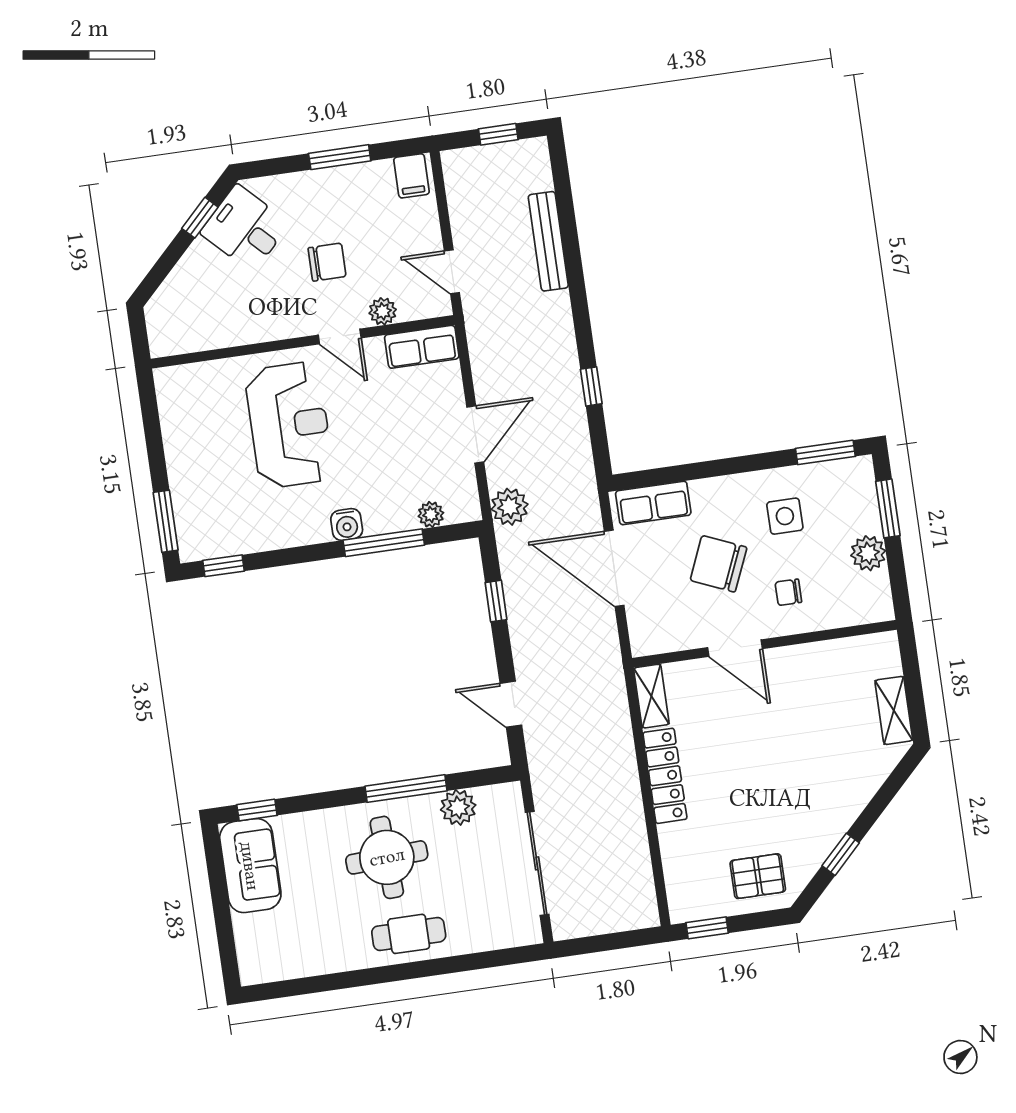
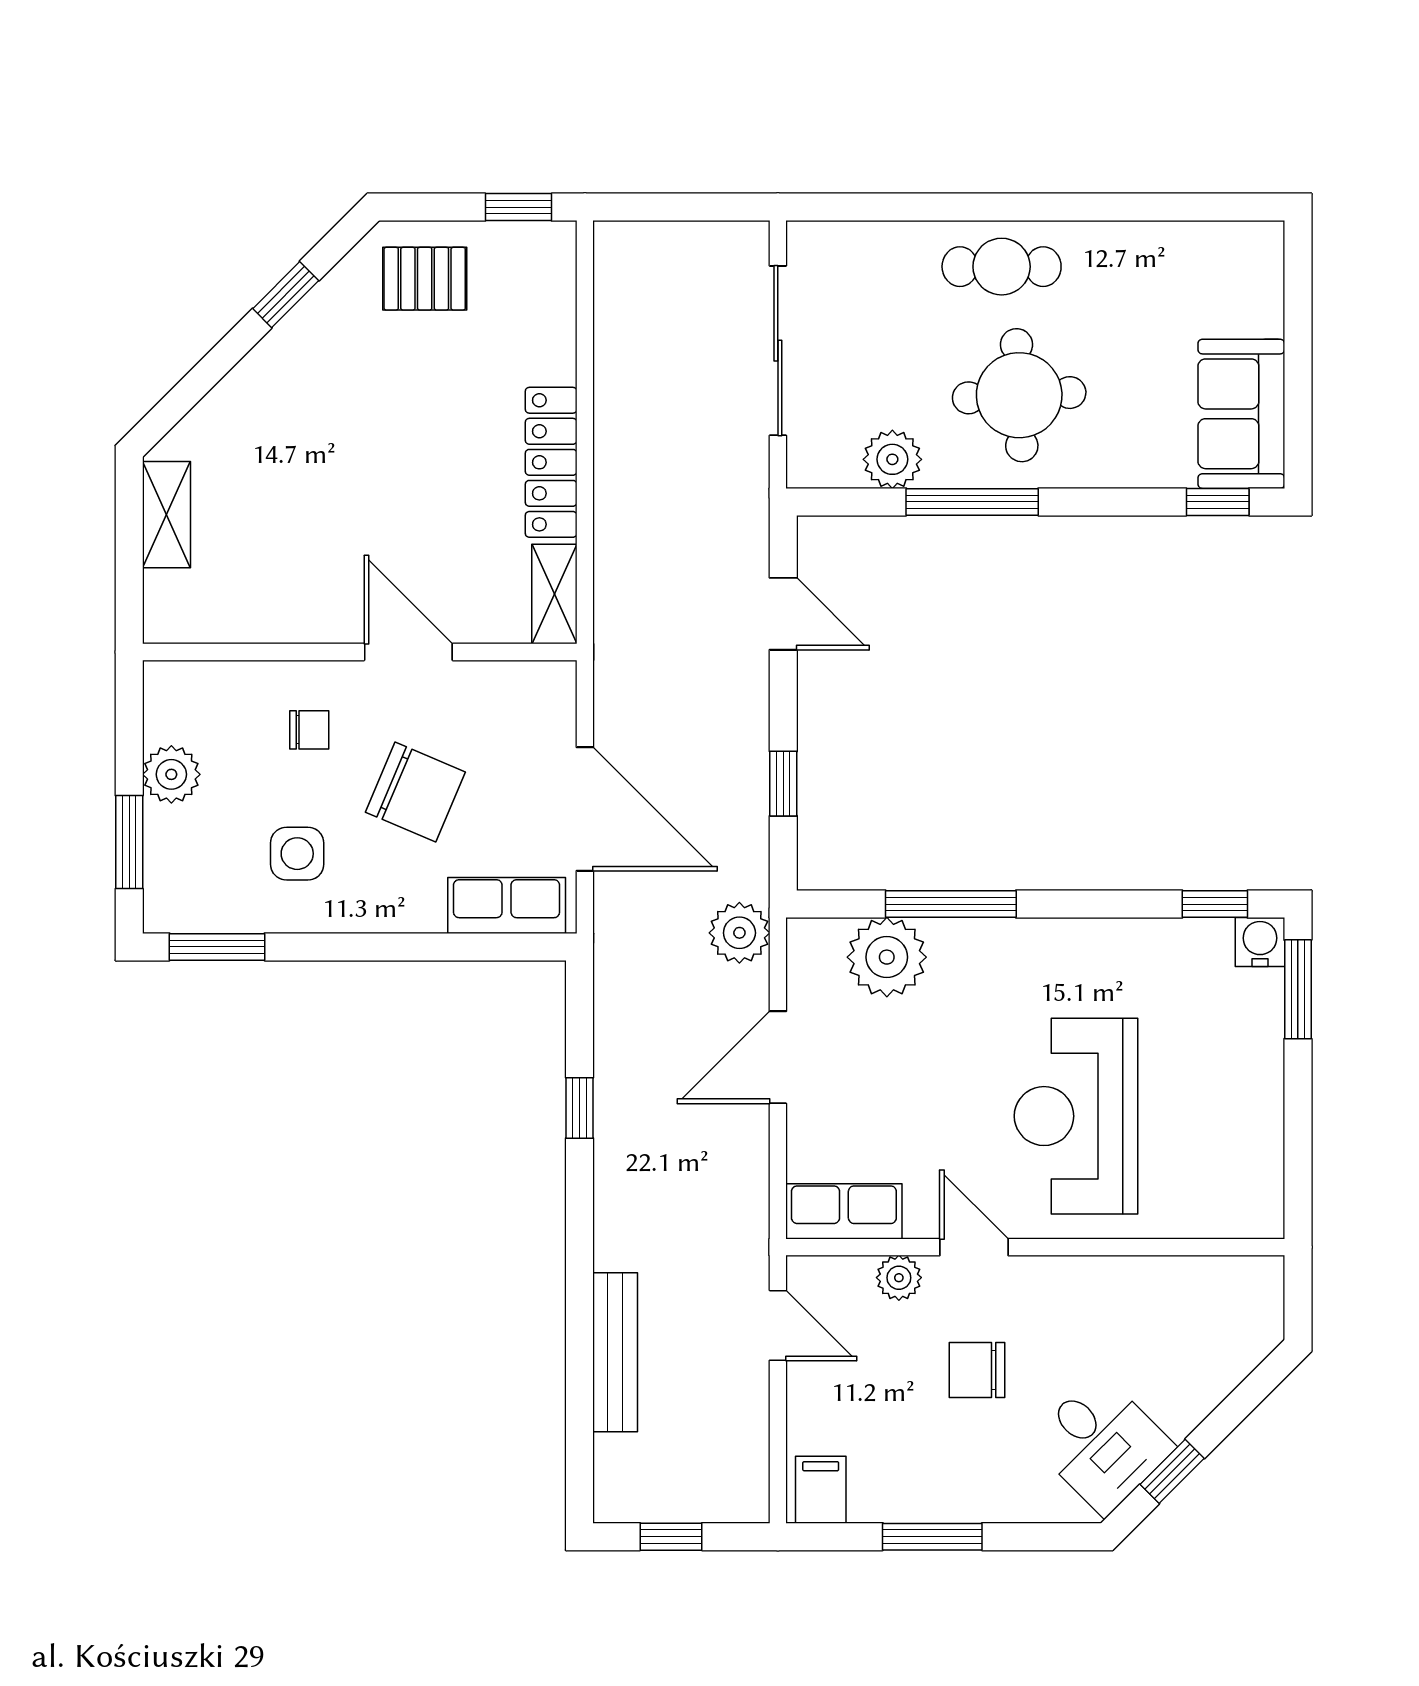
plant: (431, 514) -> (887, 957), width x1.87, depth x1.87
water cooler: (347, 524) -> (1260, 942), moved

